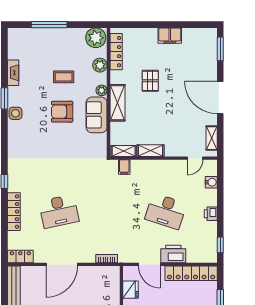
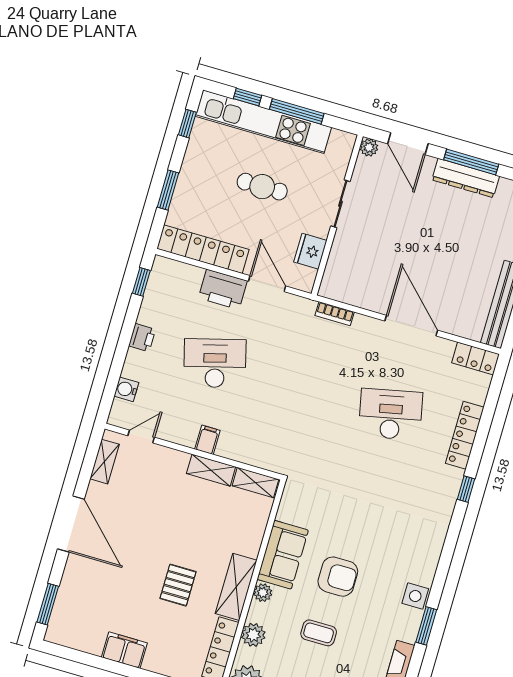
shelving: (117, 103) -> (236, 587), moved
filing cabinet: (124, 167) -> (207, 440), moved
desk: (166, 211) -> (215, 363), turned -33
door: (62, 264) -> (411, 326), hinge flipped

